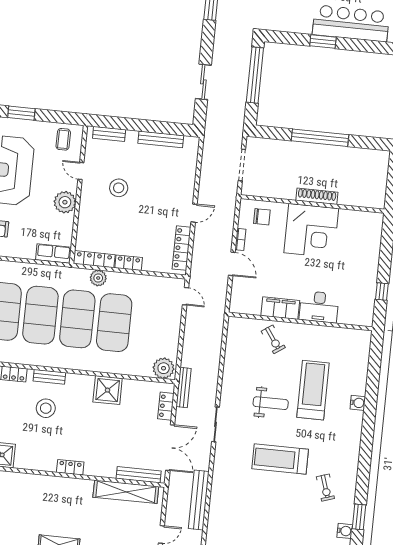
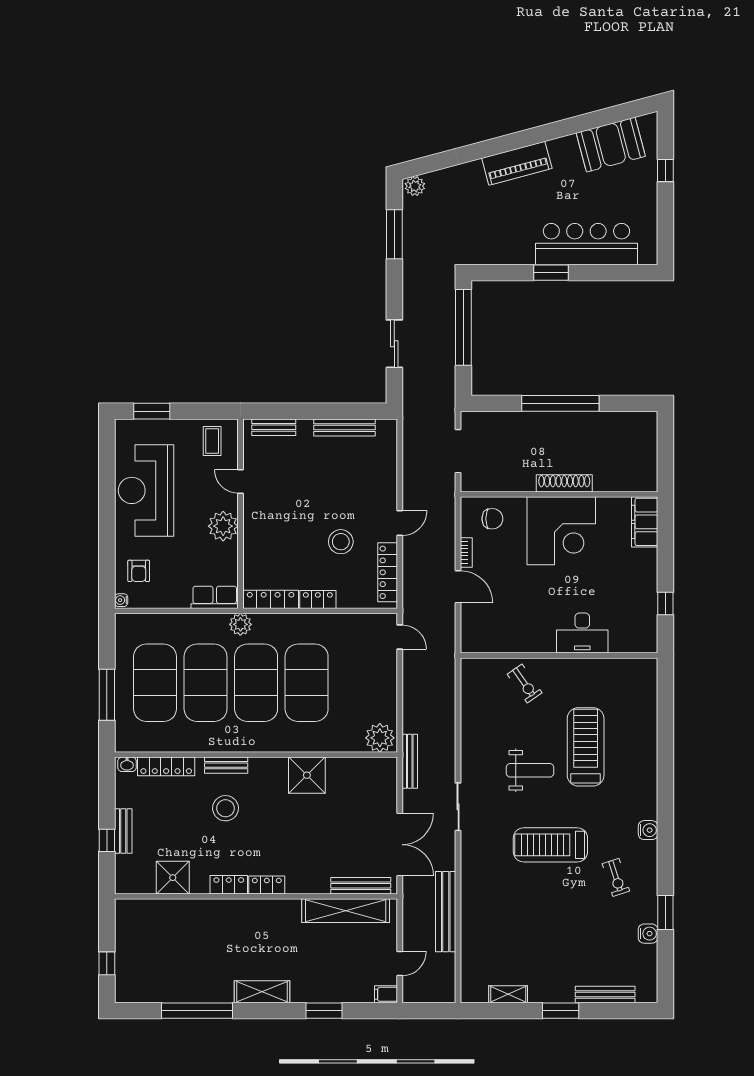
stool: (119, 188) -> (341, 542), moved
plant: (98, 278) -> (240, 624), moved
filing cabinet: (280, 308) -> (645, 522), moved, turned -90
water cooler: (358, 403) -> (648, 830), moved
locker: (166, 406) -> (229, 885), moved, turned 90

